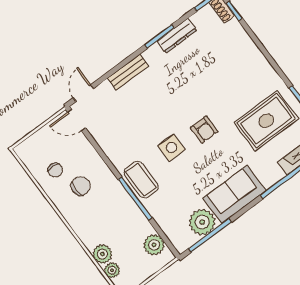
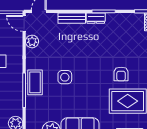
dresser: (177, 36) -> (96, 18), moved, width x0.70
armchair: (204, 130) -> (121, 74), moved
plant: (102, 134) -> (32, 41), added

